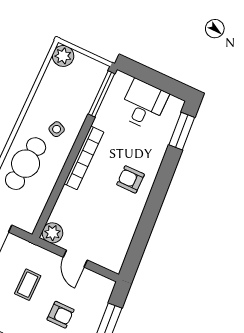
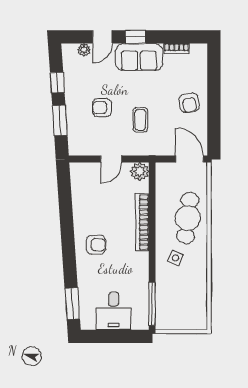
plant: (63, 56) -> (198, 320), removed
bookcase: (84, 158) -> (142, 222), moved
door: (75, 259) -> (111, 159), swing flipped

